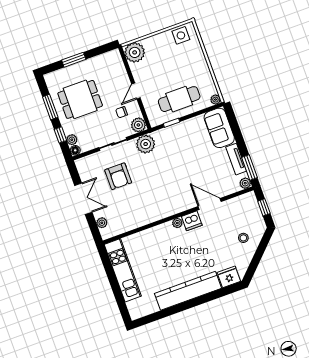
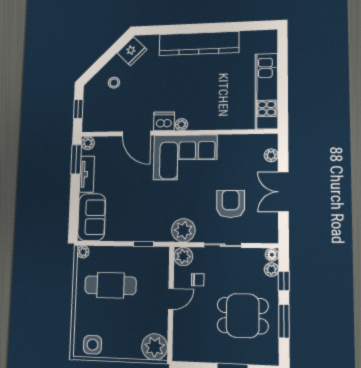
cafe table: (179, 99) -> (110, 285), moved
corner sofa: (165, 199) -> (185, 157), added
fridge: (229, 277) -> (132, 51), moved, turned -45

